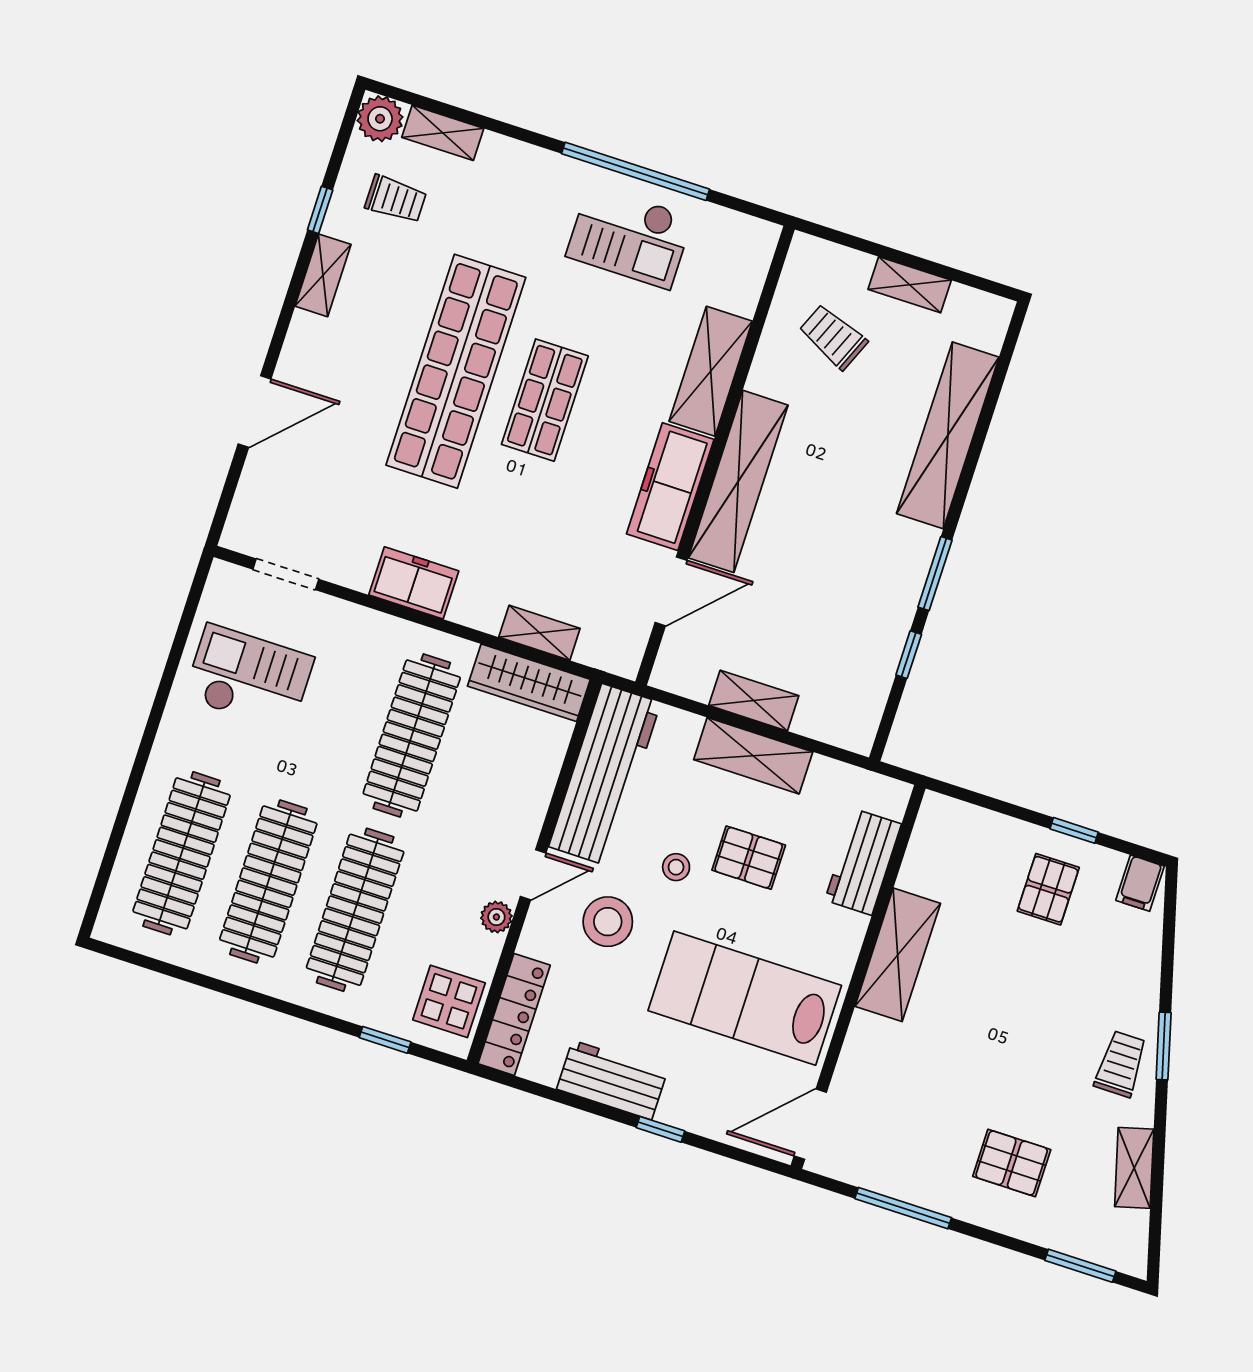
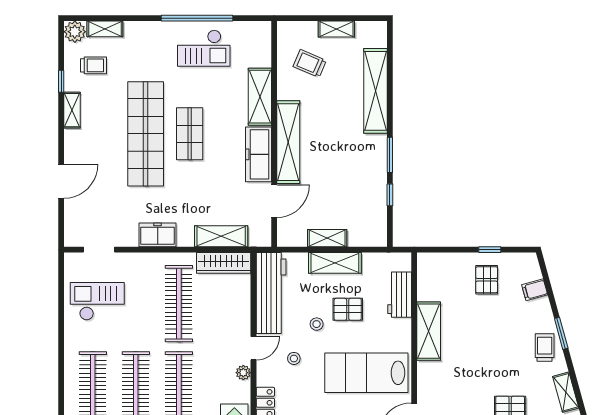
shelving: (539, 633) -> (221, 236), width x1.50, depth x1.33
filing cabinet: (1140, 883) -> (535, 290), moved, turned 75
stool: (608, 922) -> (294, 358), width x0.53, depth x0.53

